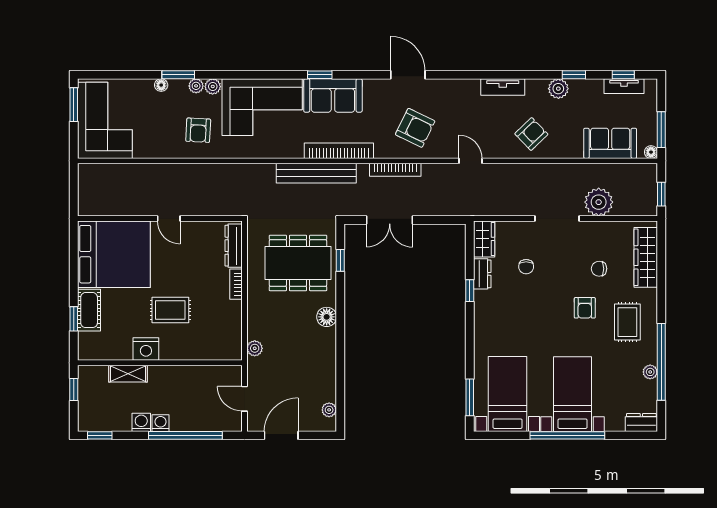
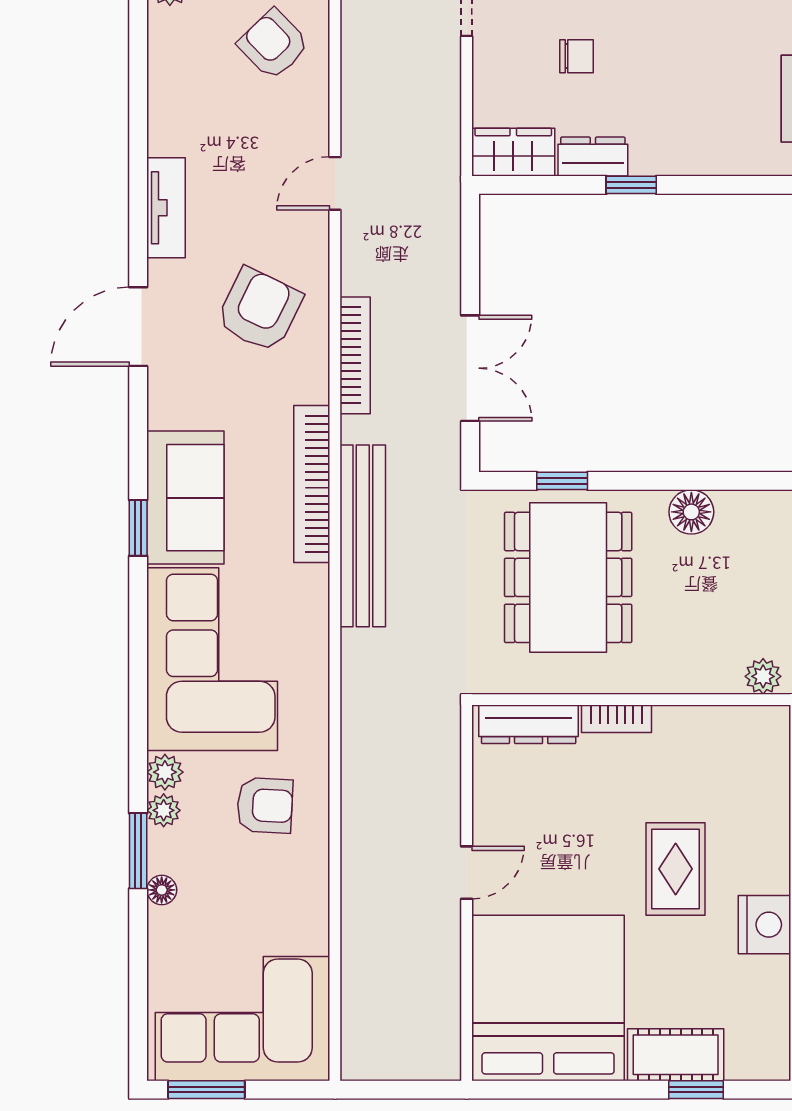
tv unit: (503, 87) -> (166, 208), moved

